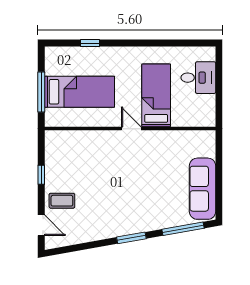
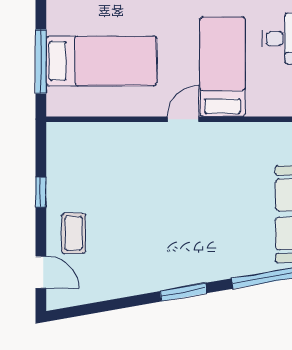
door: (131, 129) -> (183, 119), hinge flipped
coffee table: (62, 201) -> (74, 233), turned 90

